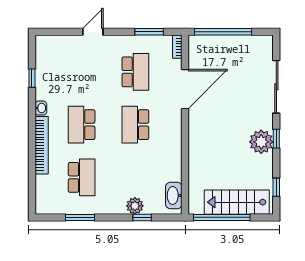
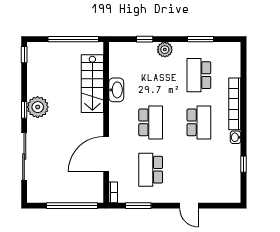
door: (93, 32) -> (189, 206), hinge flipped
window: (276, 187) -> (24, 55), moved
washbasin: (174, 195) -> (116, 90), moved
stairs: (237, 202) -> (92, 84), moved, turned 90
plant: (135, 206) -> (165, 50), moved

